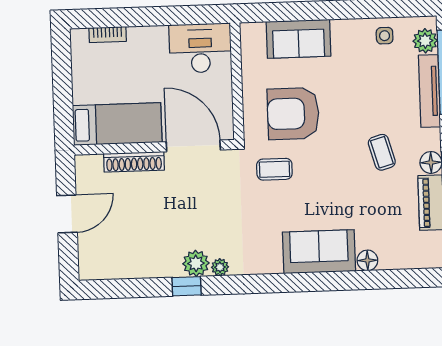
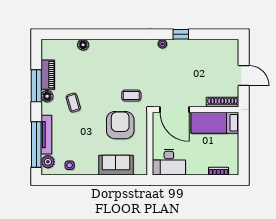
armchair: (293, 114) -> (120, 125), turned -90
shoe rack: (134, 162) -> (222, 102), moved
door: (67, 214) -> (244, 75), swing flipped
sofa: (319, 252) -> (109, 50), removed
plant: (196, 263) -> (175, 46), removed

